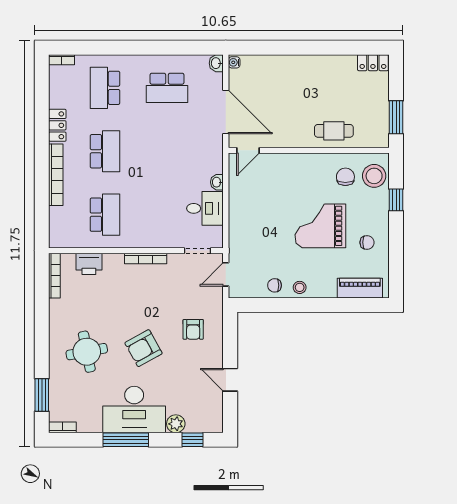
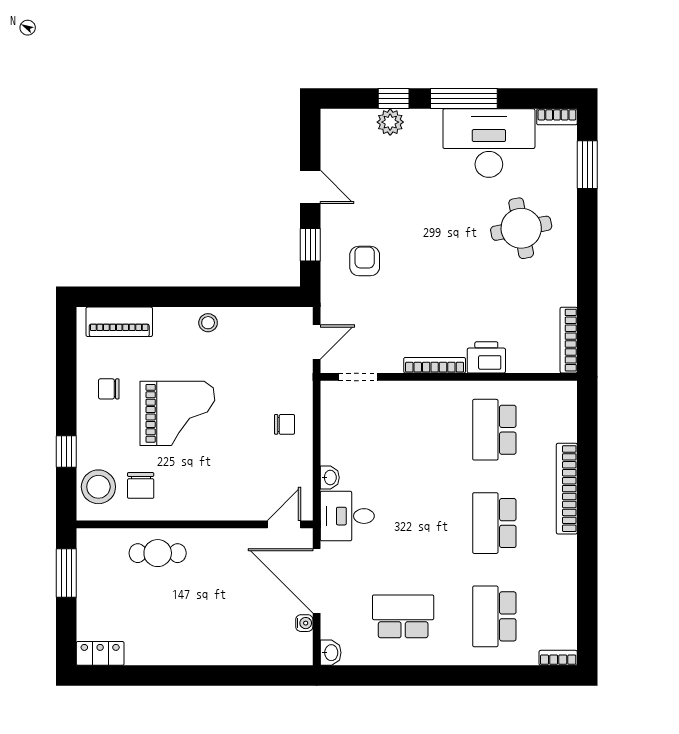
water cooler: (234, 62) -> (304, 623), moved
school desk: (105, 88) -> (494, 616), turned 180
locker: (57, 125) -> (564, 561), removed
desk: (205, 208) -> (347, 516), moved
printer: (89, 264) -> (486, 357), moved
chair: (275, 285) -> (285, 424), moved
window: (230, 340) -> (310, 245), added
armchair: (144, 348) -> (438, 233), removed
desk: (134, 410) -> (489, 143), moved
window: (193, 440) -> (394, 99), moved

